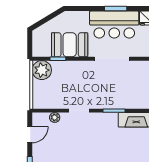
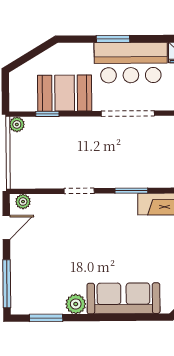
window: (116, 9) -> (113, 39), moved
plant: (42, 70) -> (17, 124), width x0.53, depth x0.53
plant: (55, 117) -> (23, 202), moved

